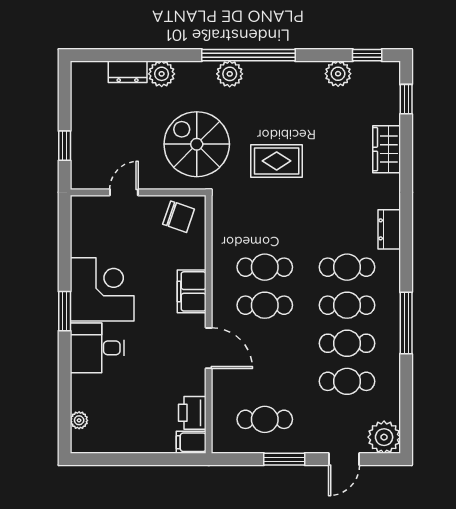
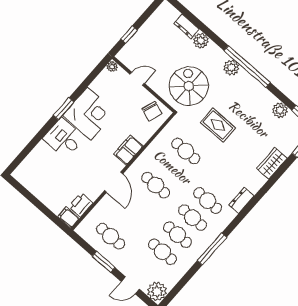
cafe table: (265, 267) -> (186, 151), moved
plant: (79, 420) -> (112, 67), moved

